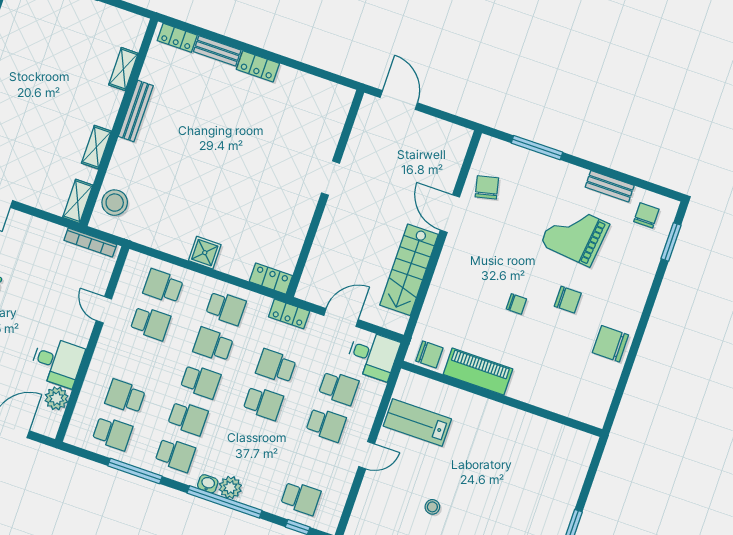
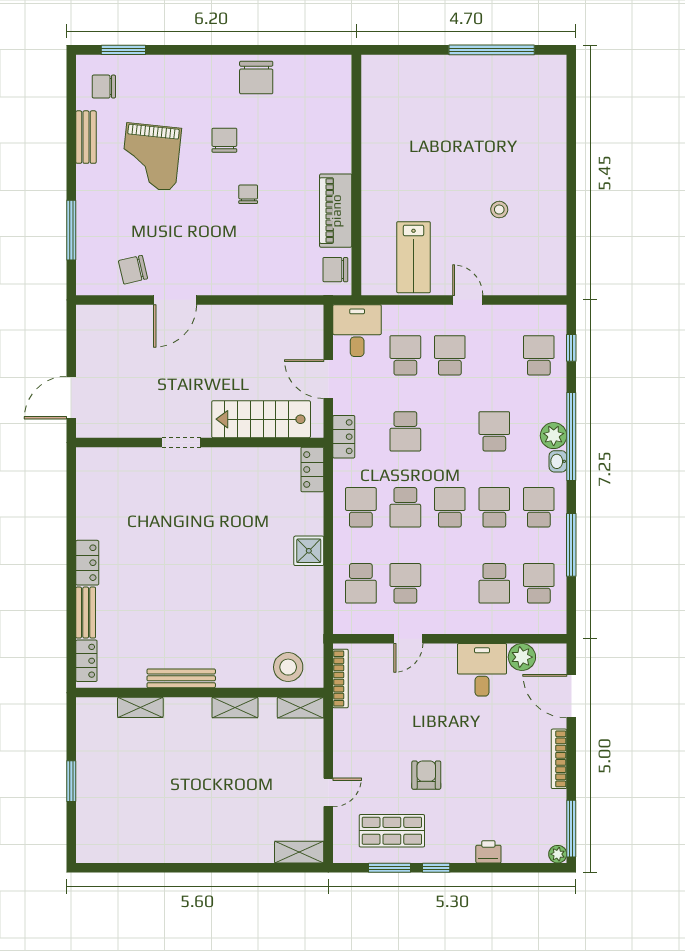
stairs: (409, 270) -> (261, 419), moved, turned 180
chair: (429, 354) -> (335, 270), turned -90
school desk: (263, 403) -> (494, 431), moved

